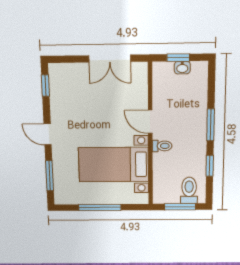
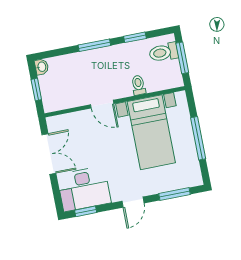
washbasin: (182, 68) -> (42, 67), moved
desk: (68, 88) -> (84, 189), added
door: (150, 122) -> (102, 104), hinge flipped
toilet: (162, 146) -> (138, 85), moved

